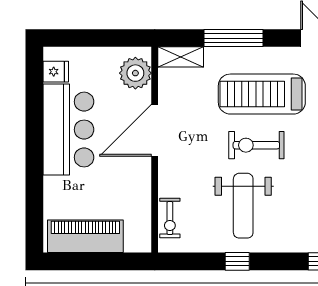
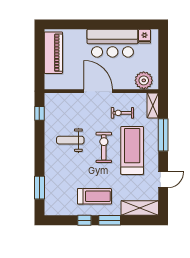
door: (155, 130) -> (98, 91), moved
weight bench: (243, 206) -> (70, 140), width x0.73, depth x0.75
exercise bike: (170, 218) -> (122, 113), moved
window: (237, 261) -> (39, 113), moved

